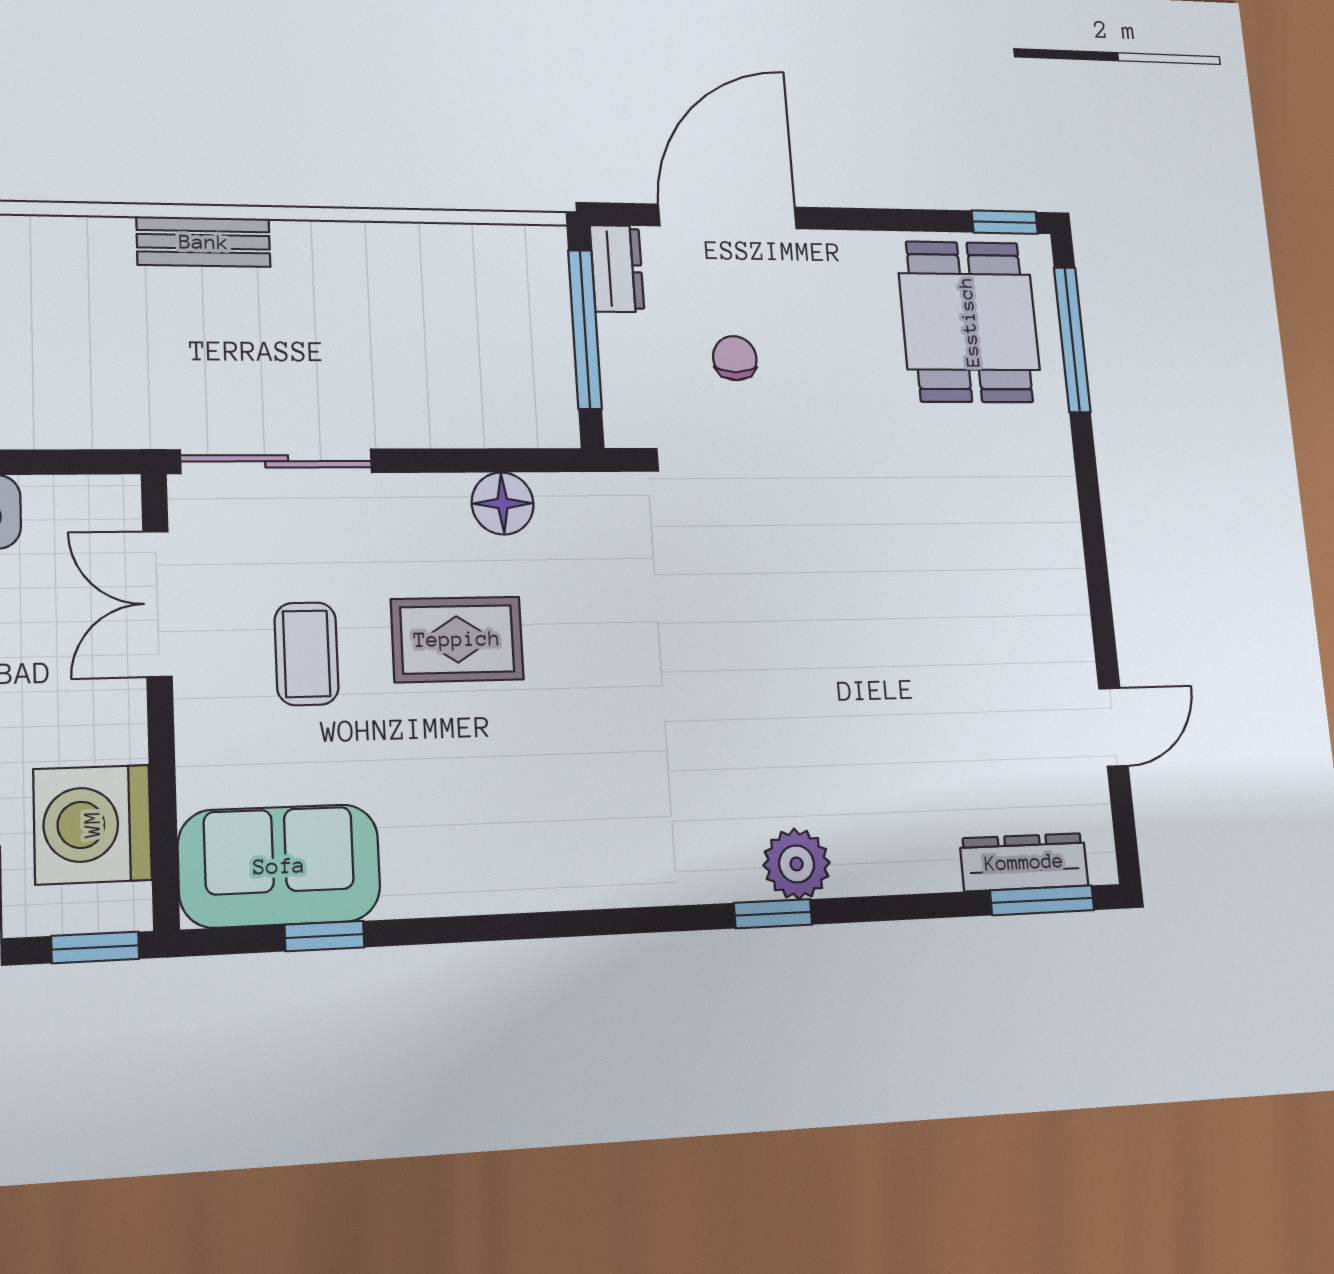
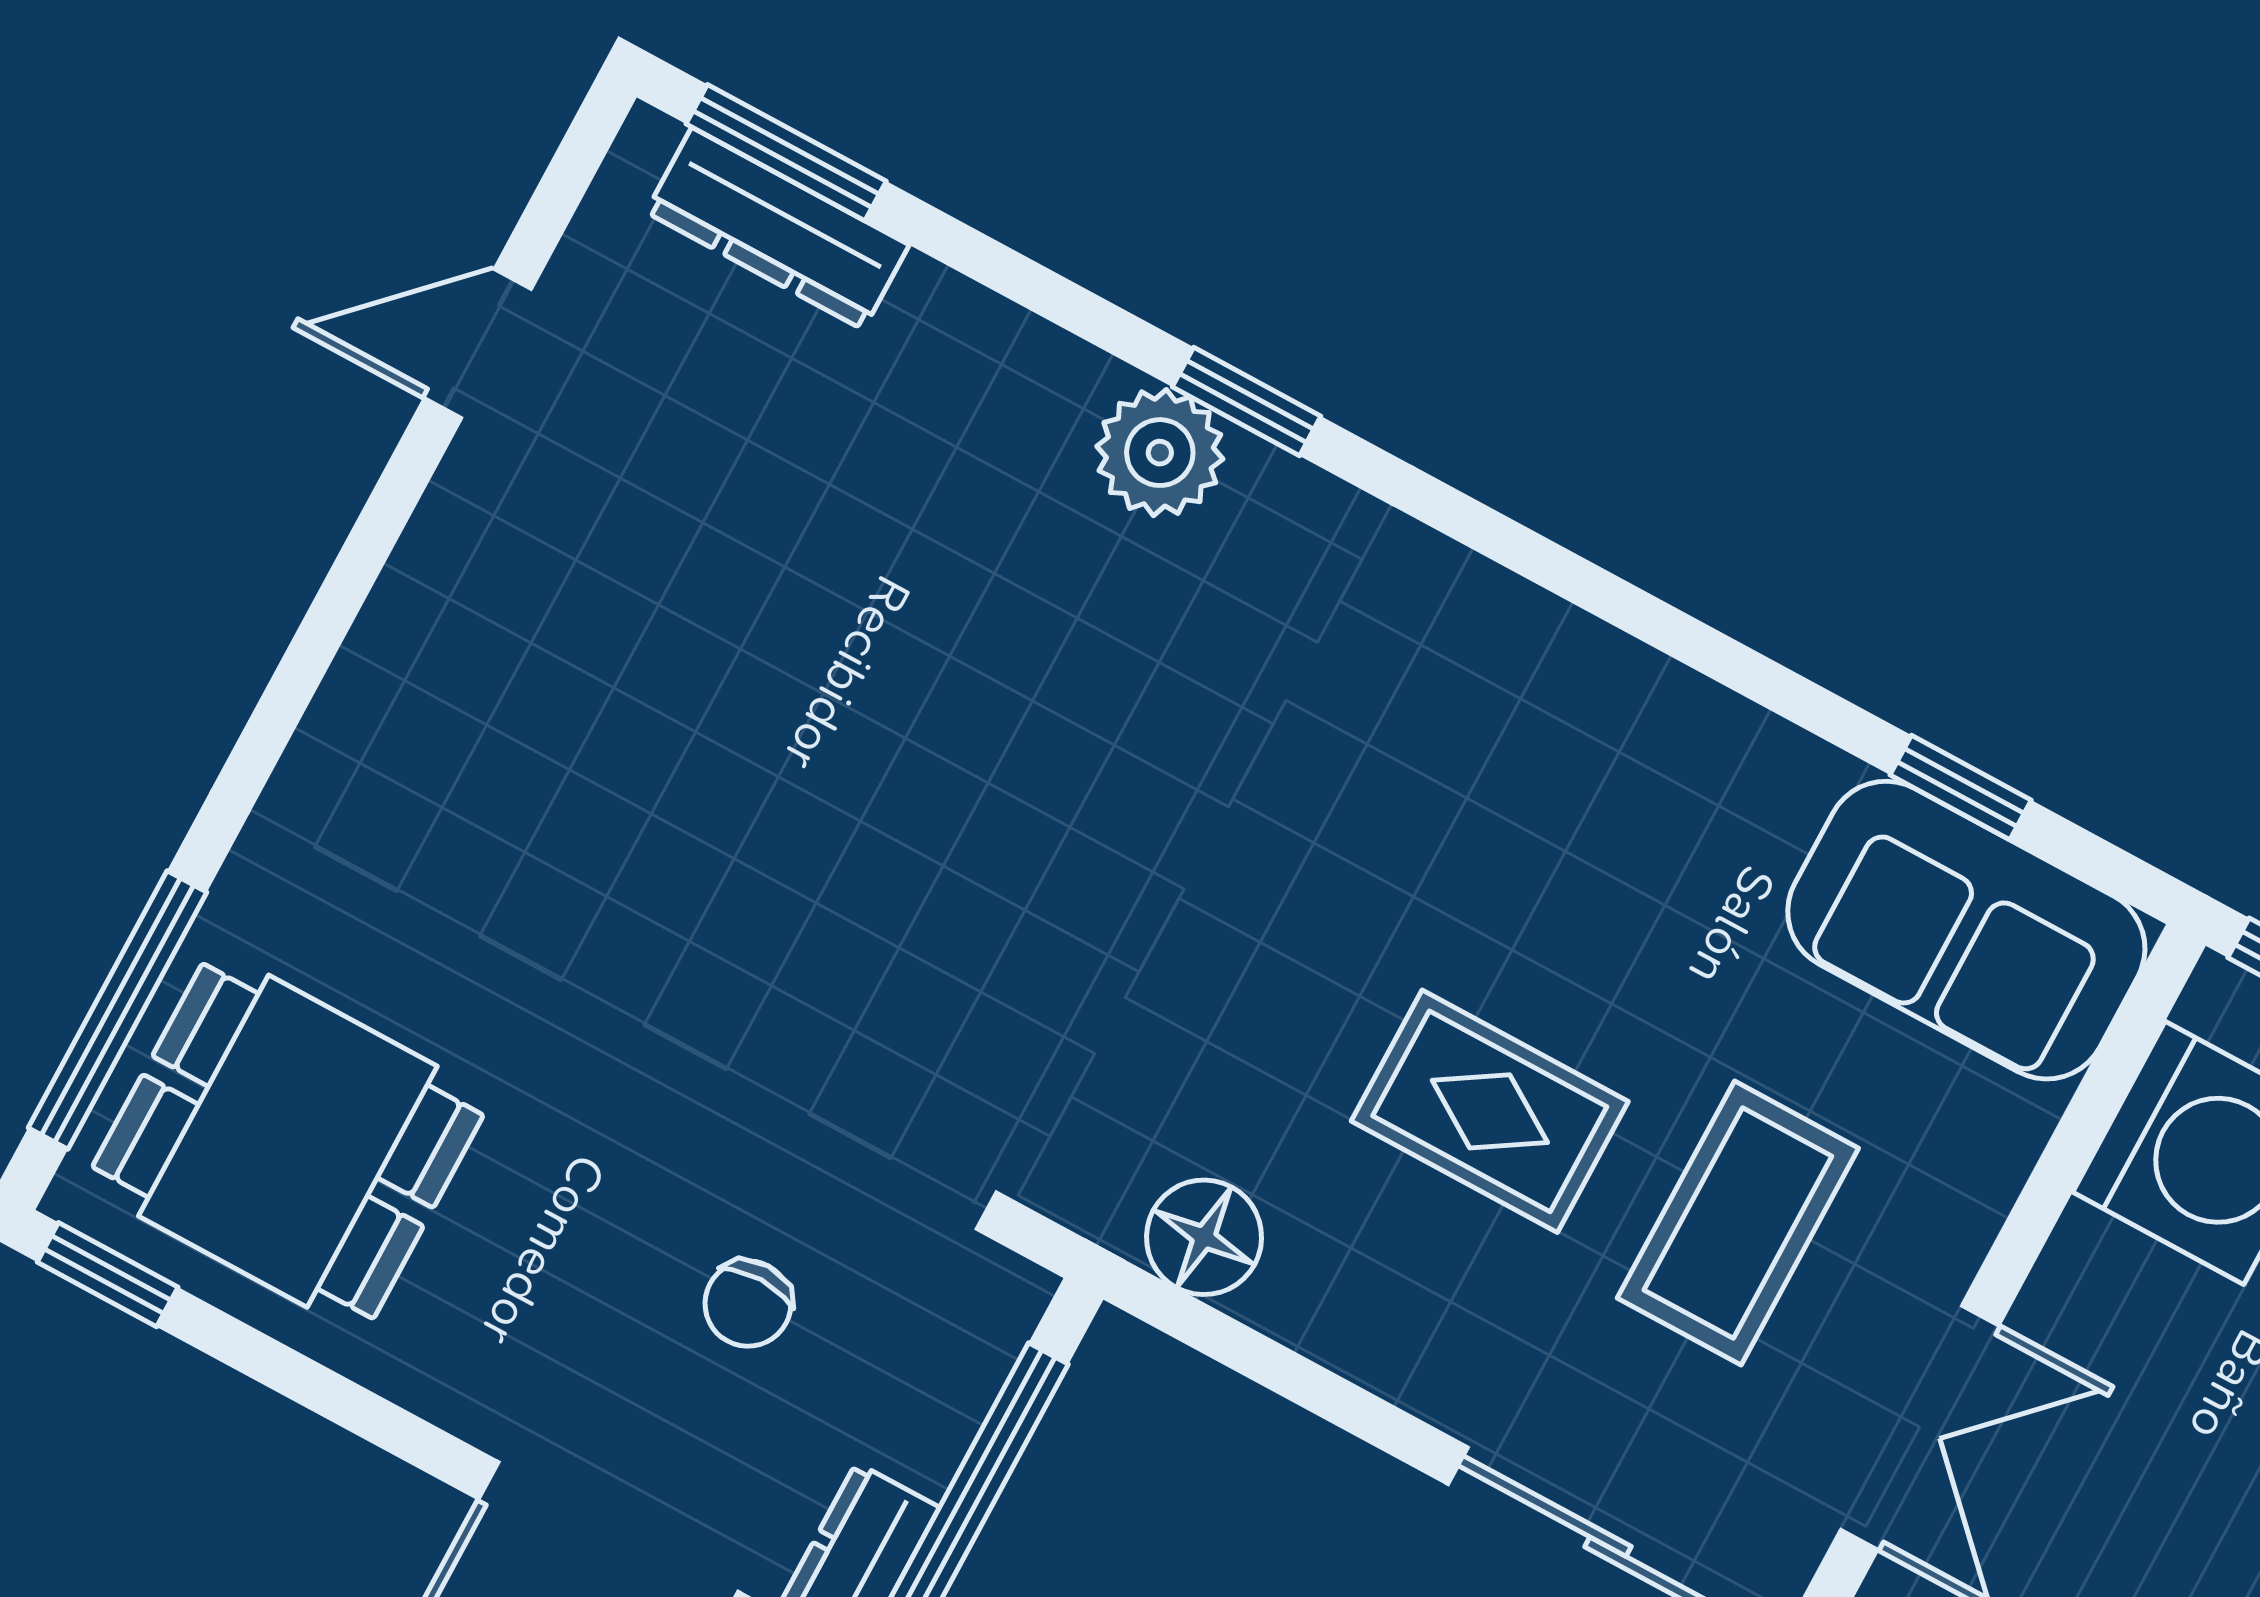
dining table: (969, 322) -> (288, 1141), turned 90
floor lamp: (503, 503) -> (1204, 1237), moved
coffee table: (307, 654) -> (1738, 1223), width x1.36, depth x1.30

